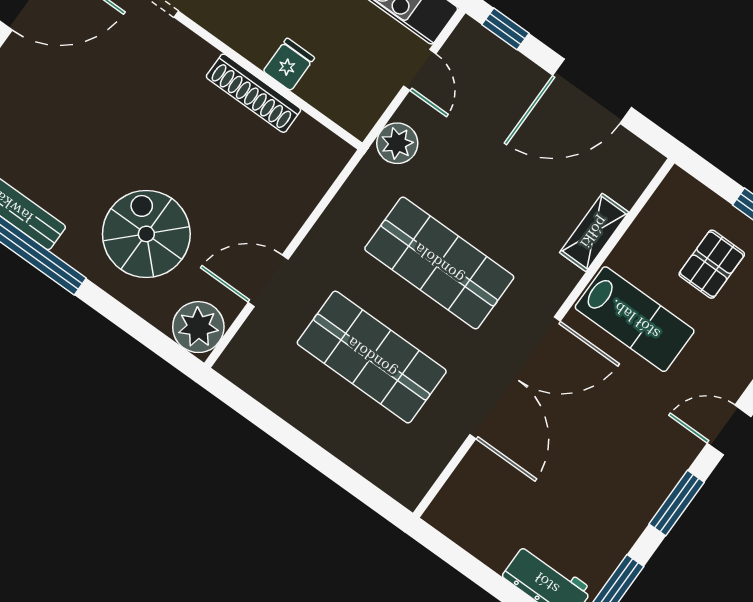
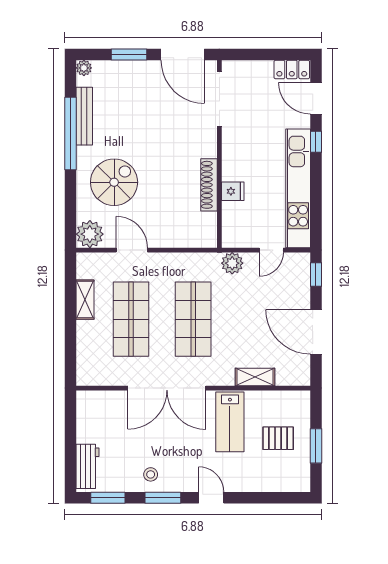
shelving: (292, 406) -> (85, 300), added
stool: (628, 496) -> (151, 474), added

